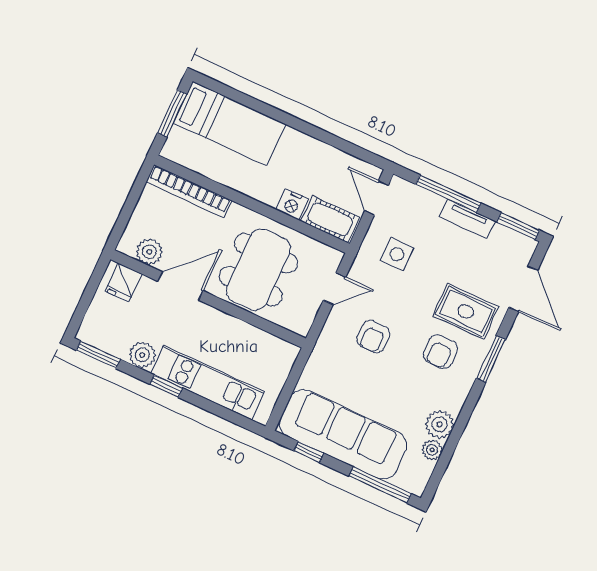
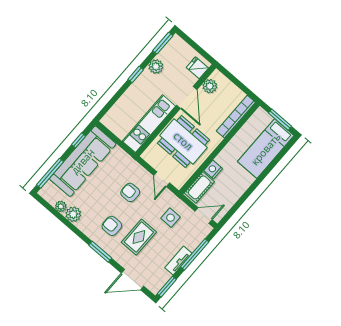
rug: (466, 311) -> (139, 237), moved
kitchen unit: (208, 382) -> (149, 124), moved, turned 180

